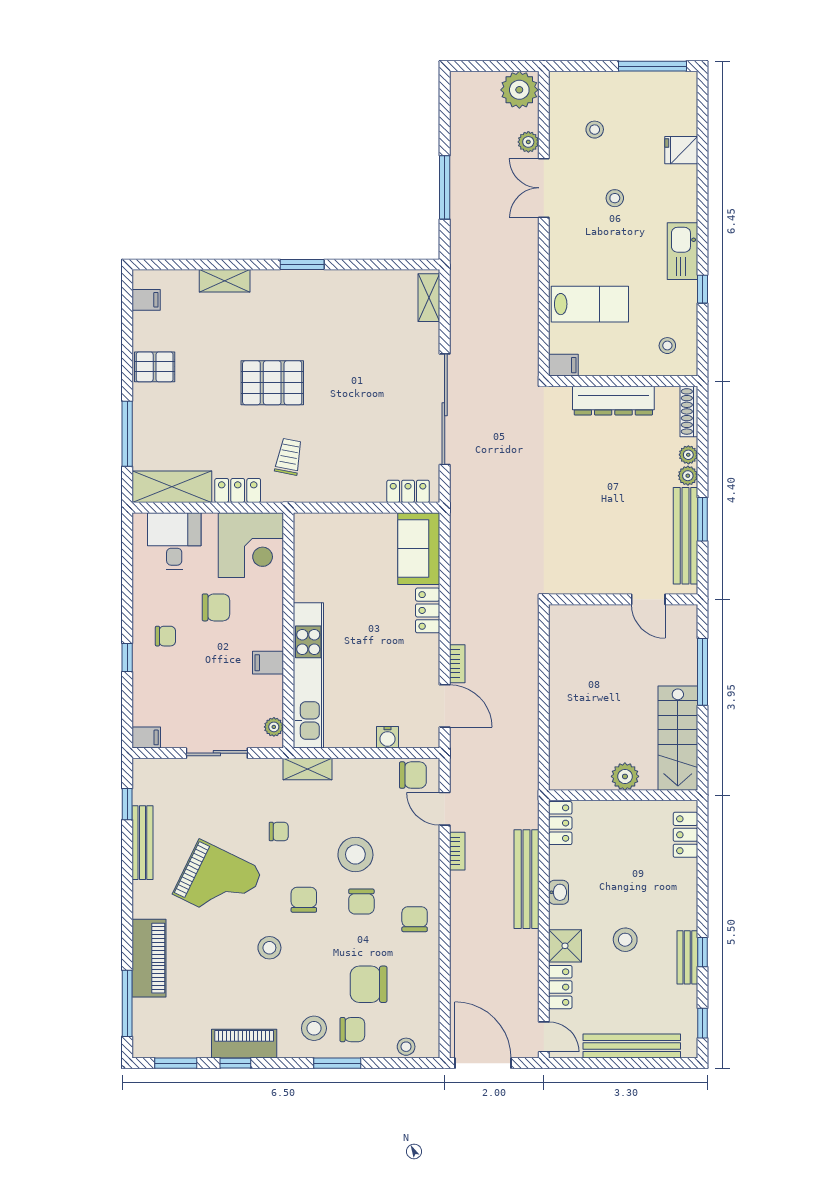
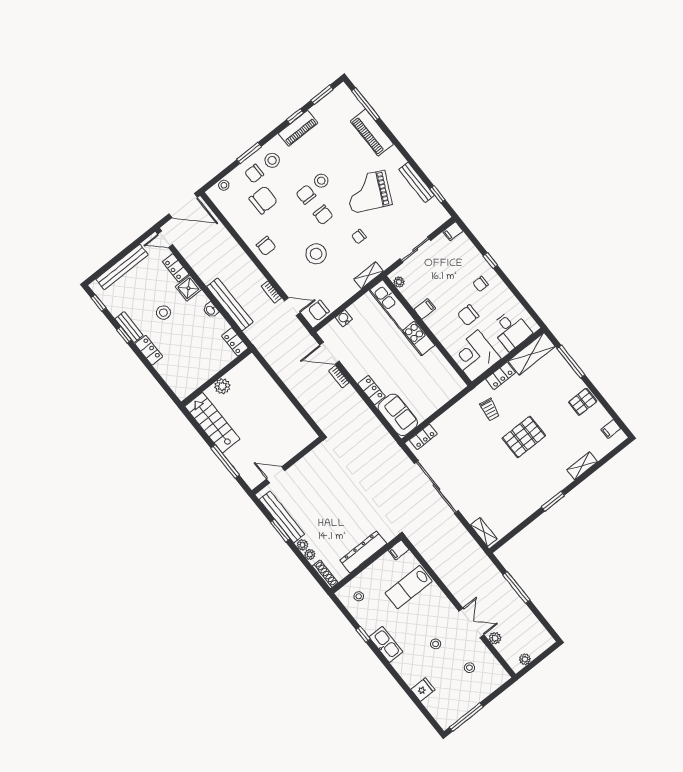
plant: (519, 90) -> (525, 659), width x0.53, depth x0.53
locker: (685, 835) -> (149, 350), moved
chair: (361, 901) -> (306, 194), moved

